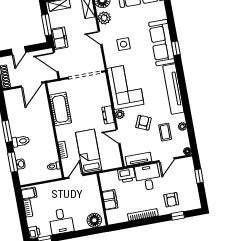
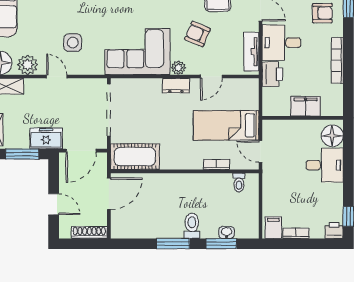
door: (100, 38) -> (57, 76), swing flipped
door: (31, 85) -> (109, 194), hinge flipped
cot: (60, 109) -> (135, 157), moved
desk: (61, 221) -> (325, 165), moved

